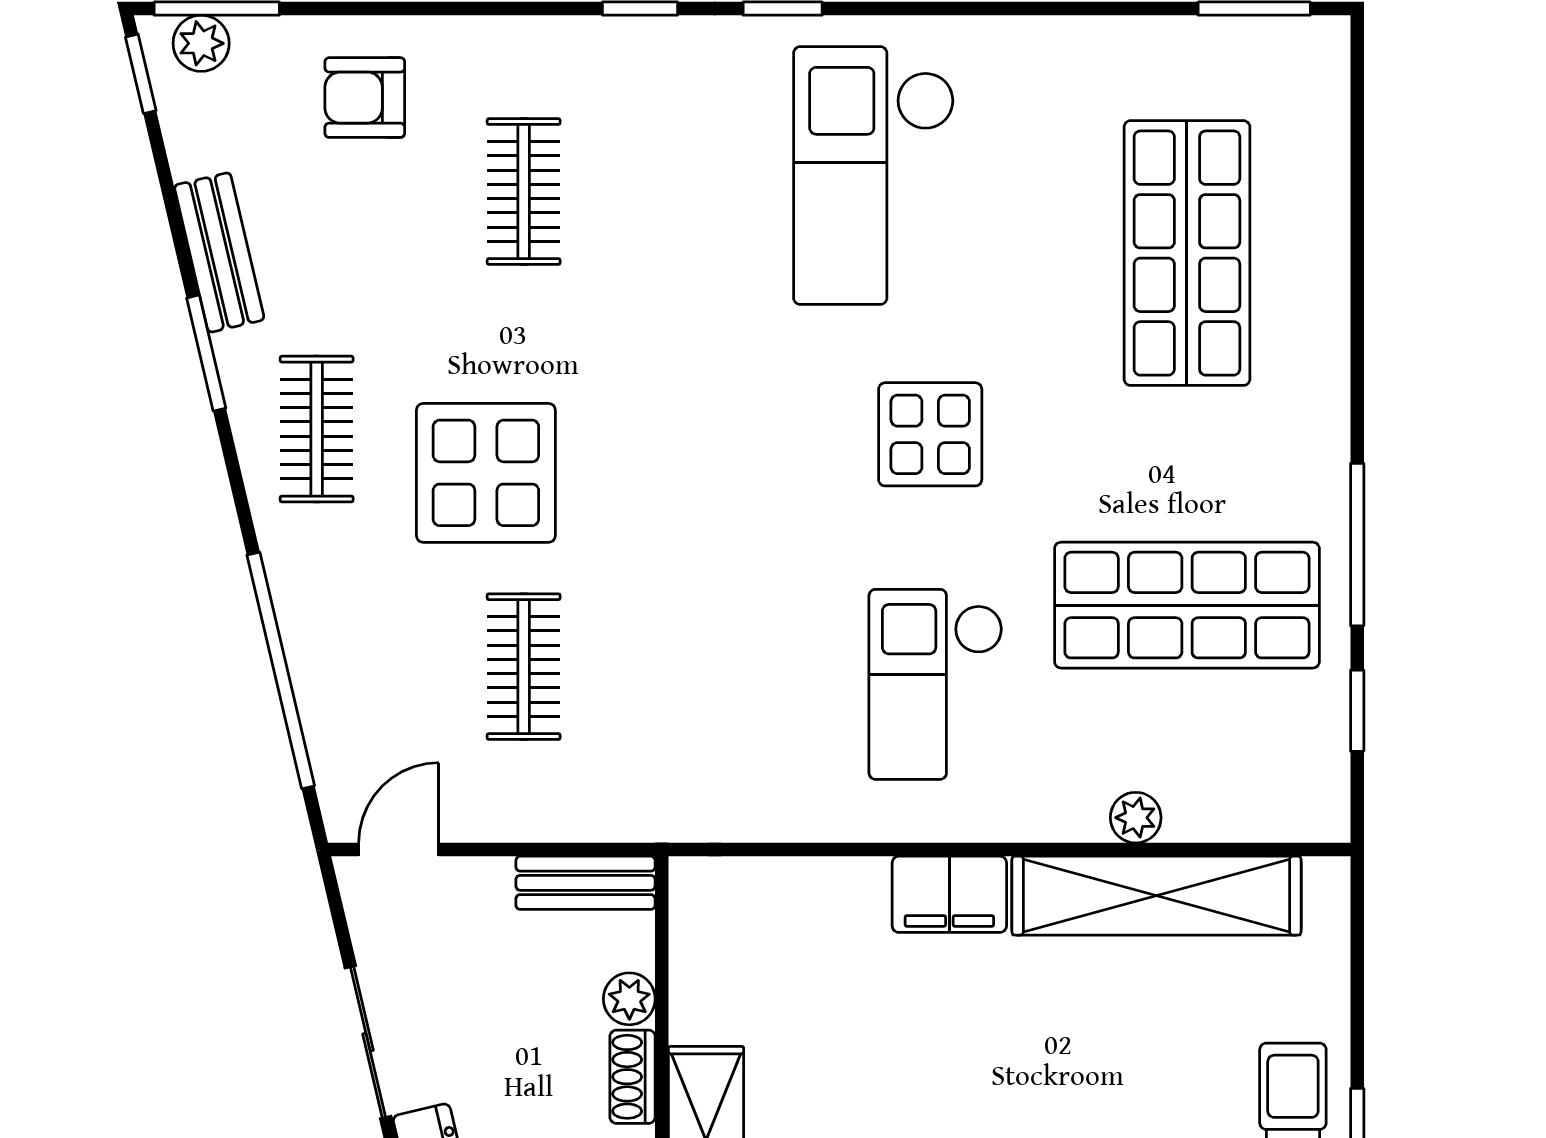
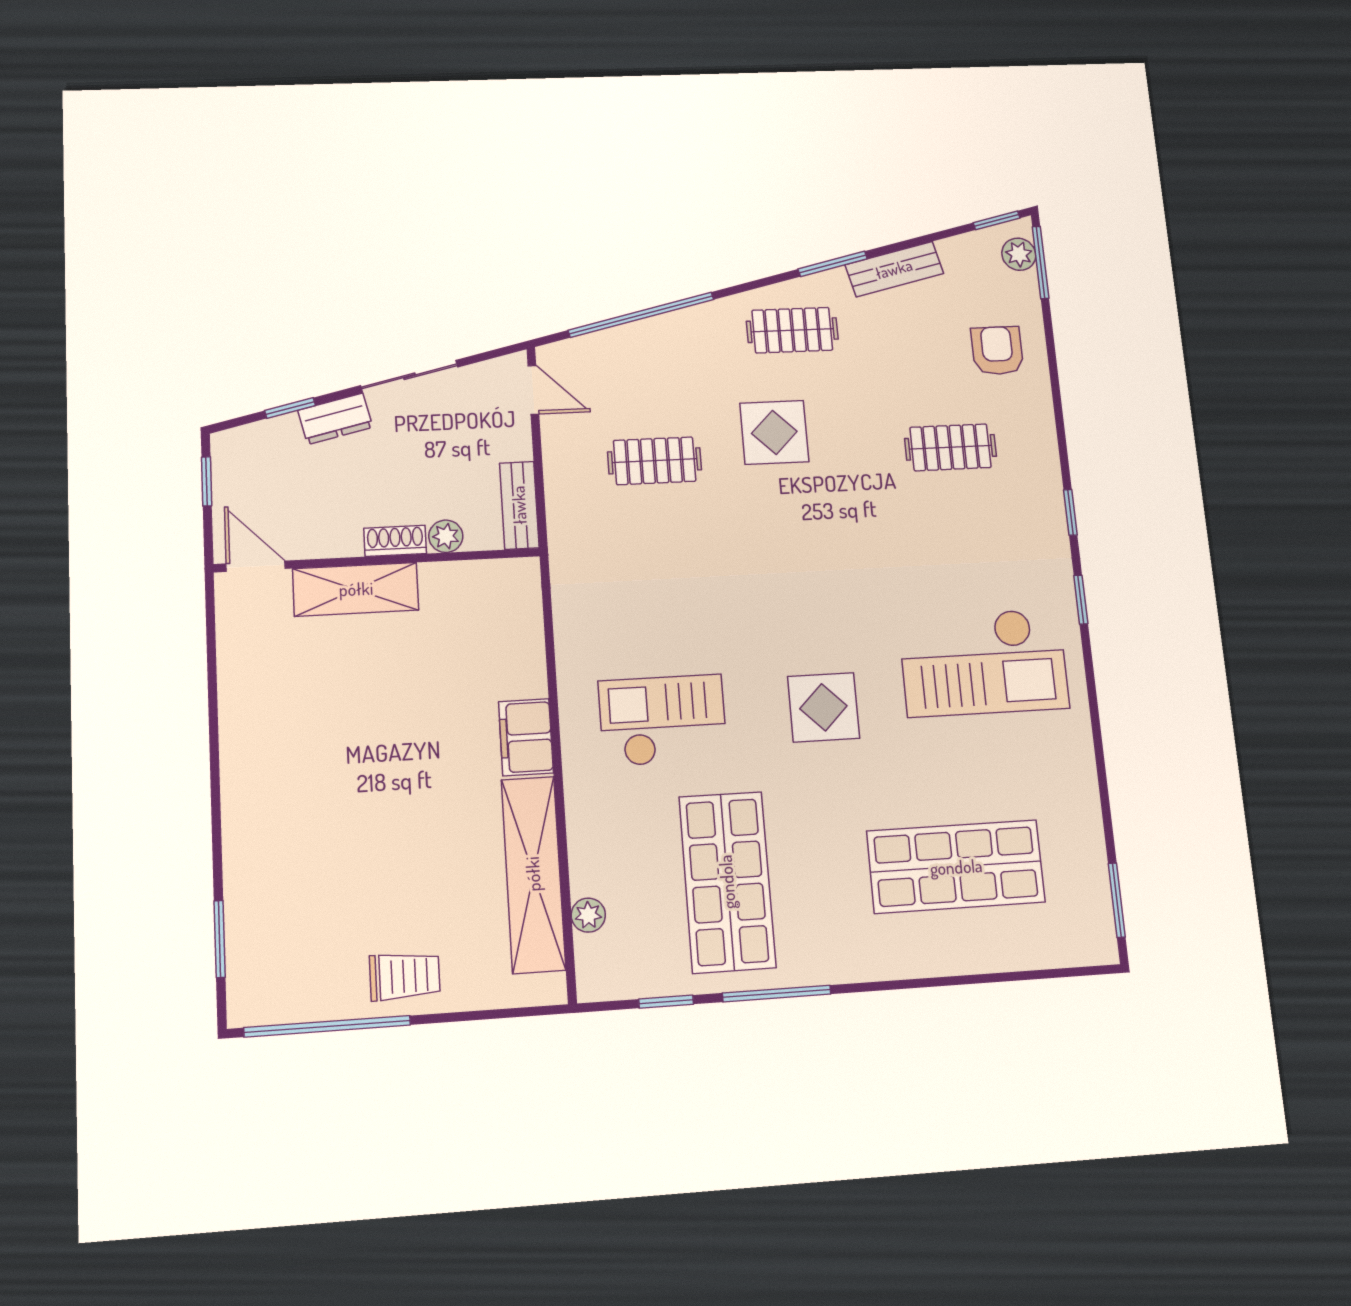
checkout: (874, 176) -> (984, 662), turned 180
display table: (486, 473) -> (774, 432), width x0.73, depth x0.73
plant: (1136, 818) -> (588, 915), moved

